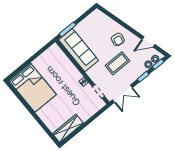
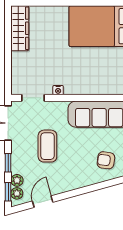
armchair: (118, 39) -> (106, 160), moved

